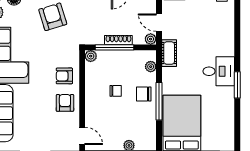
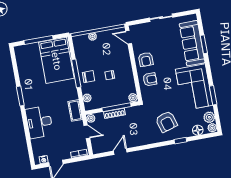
desk: (219, 71) -> (39, 122), moved, width x1.37

